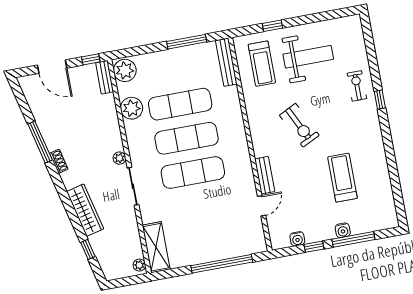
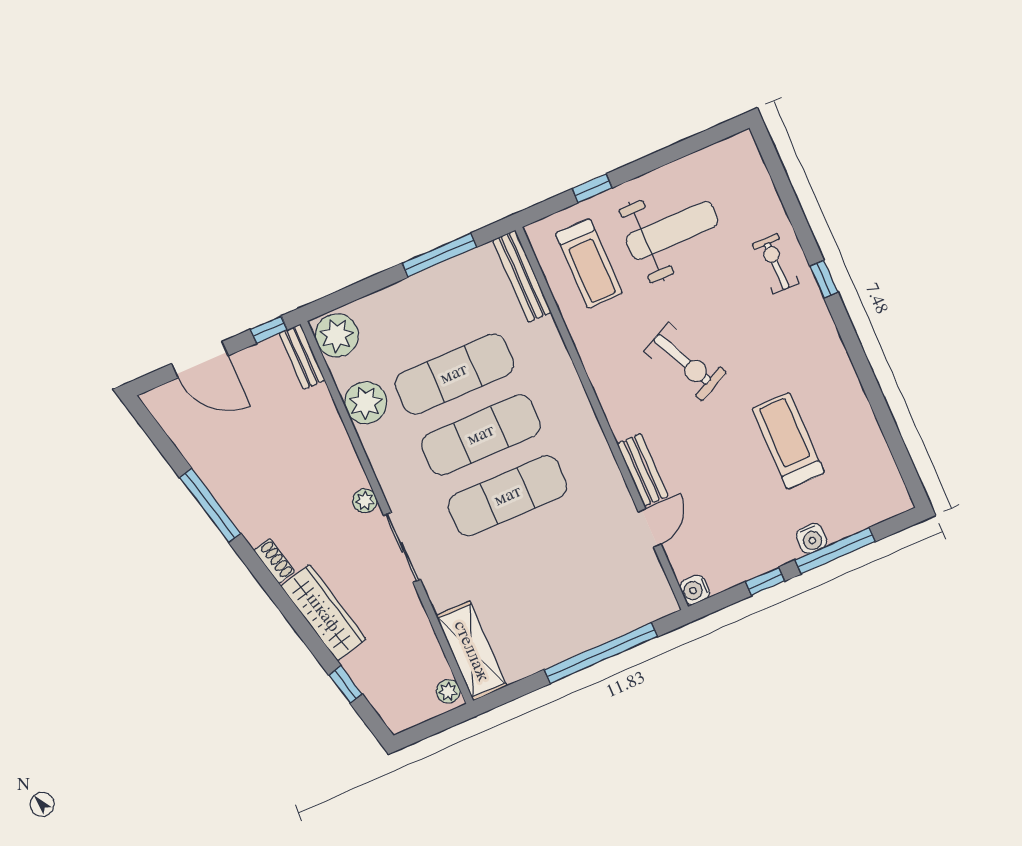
shoe rack: (59, 161) -> (274, 561), moved
water cooler: (297, 239) -> (695, 590), moved, turned 90

